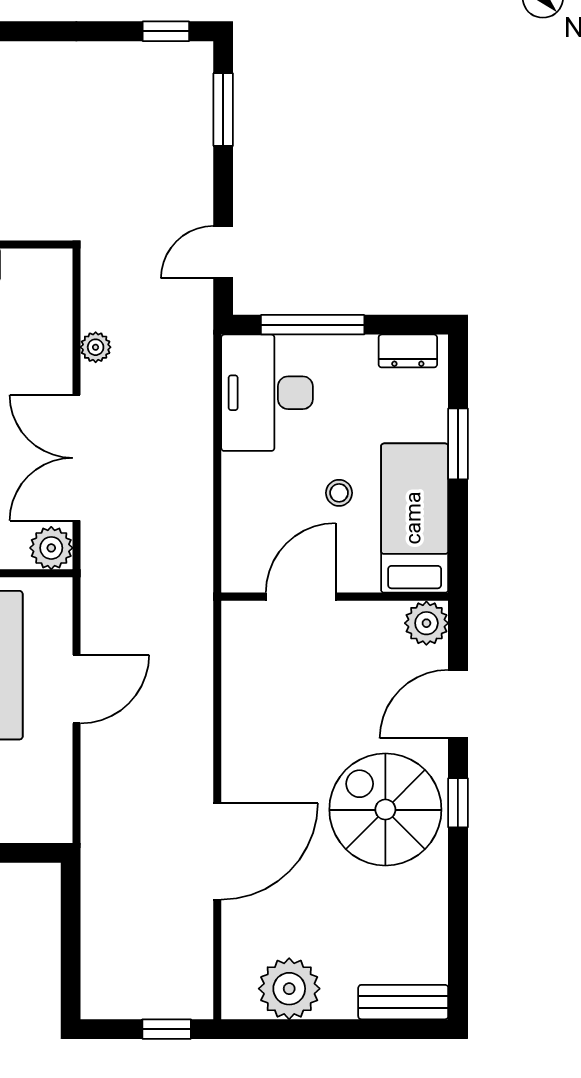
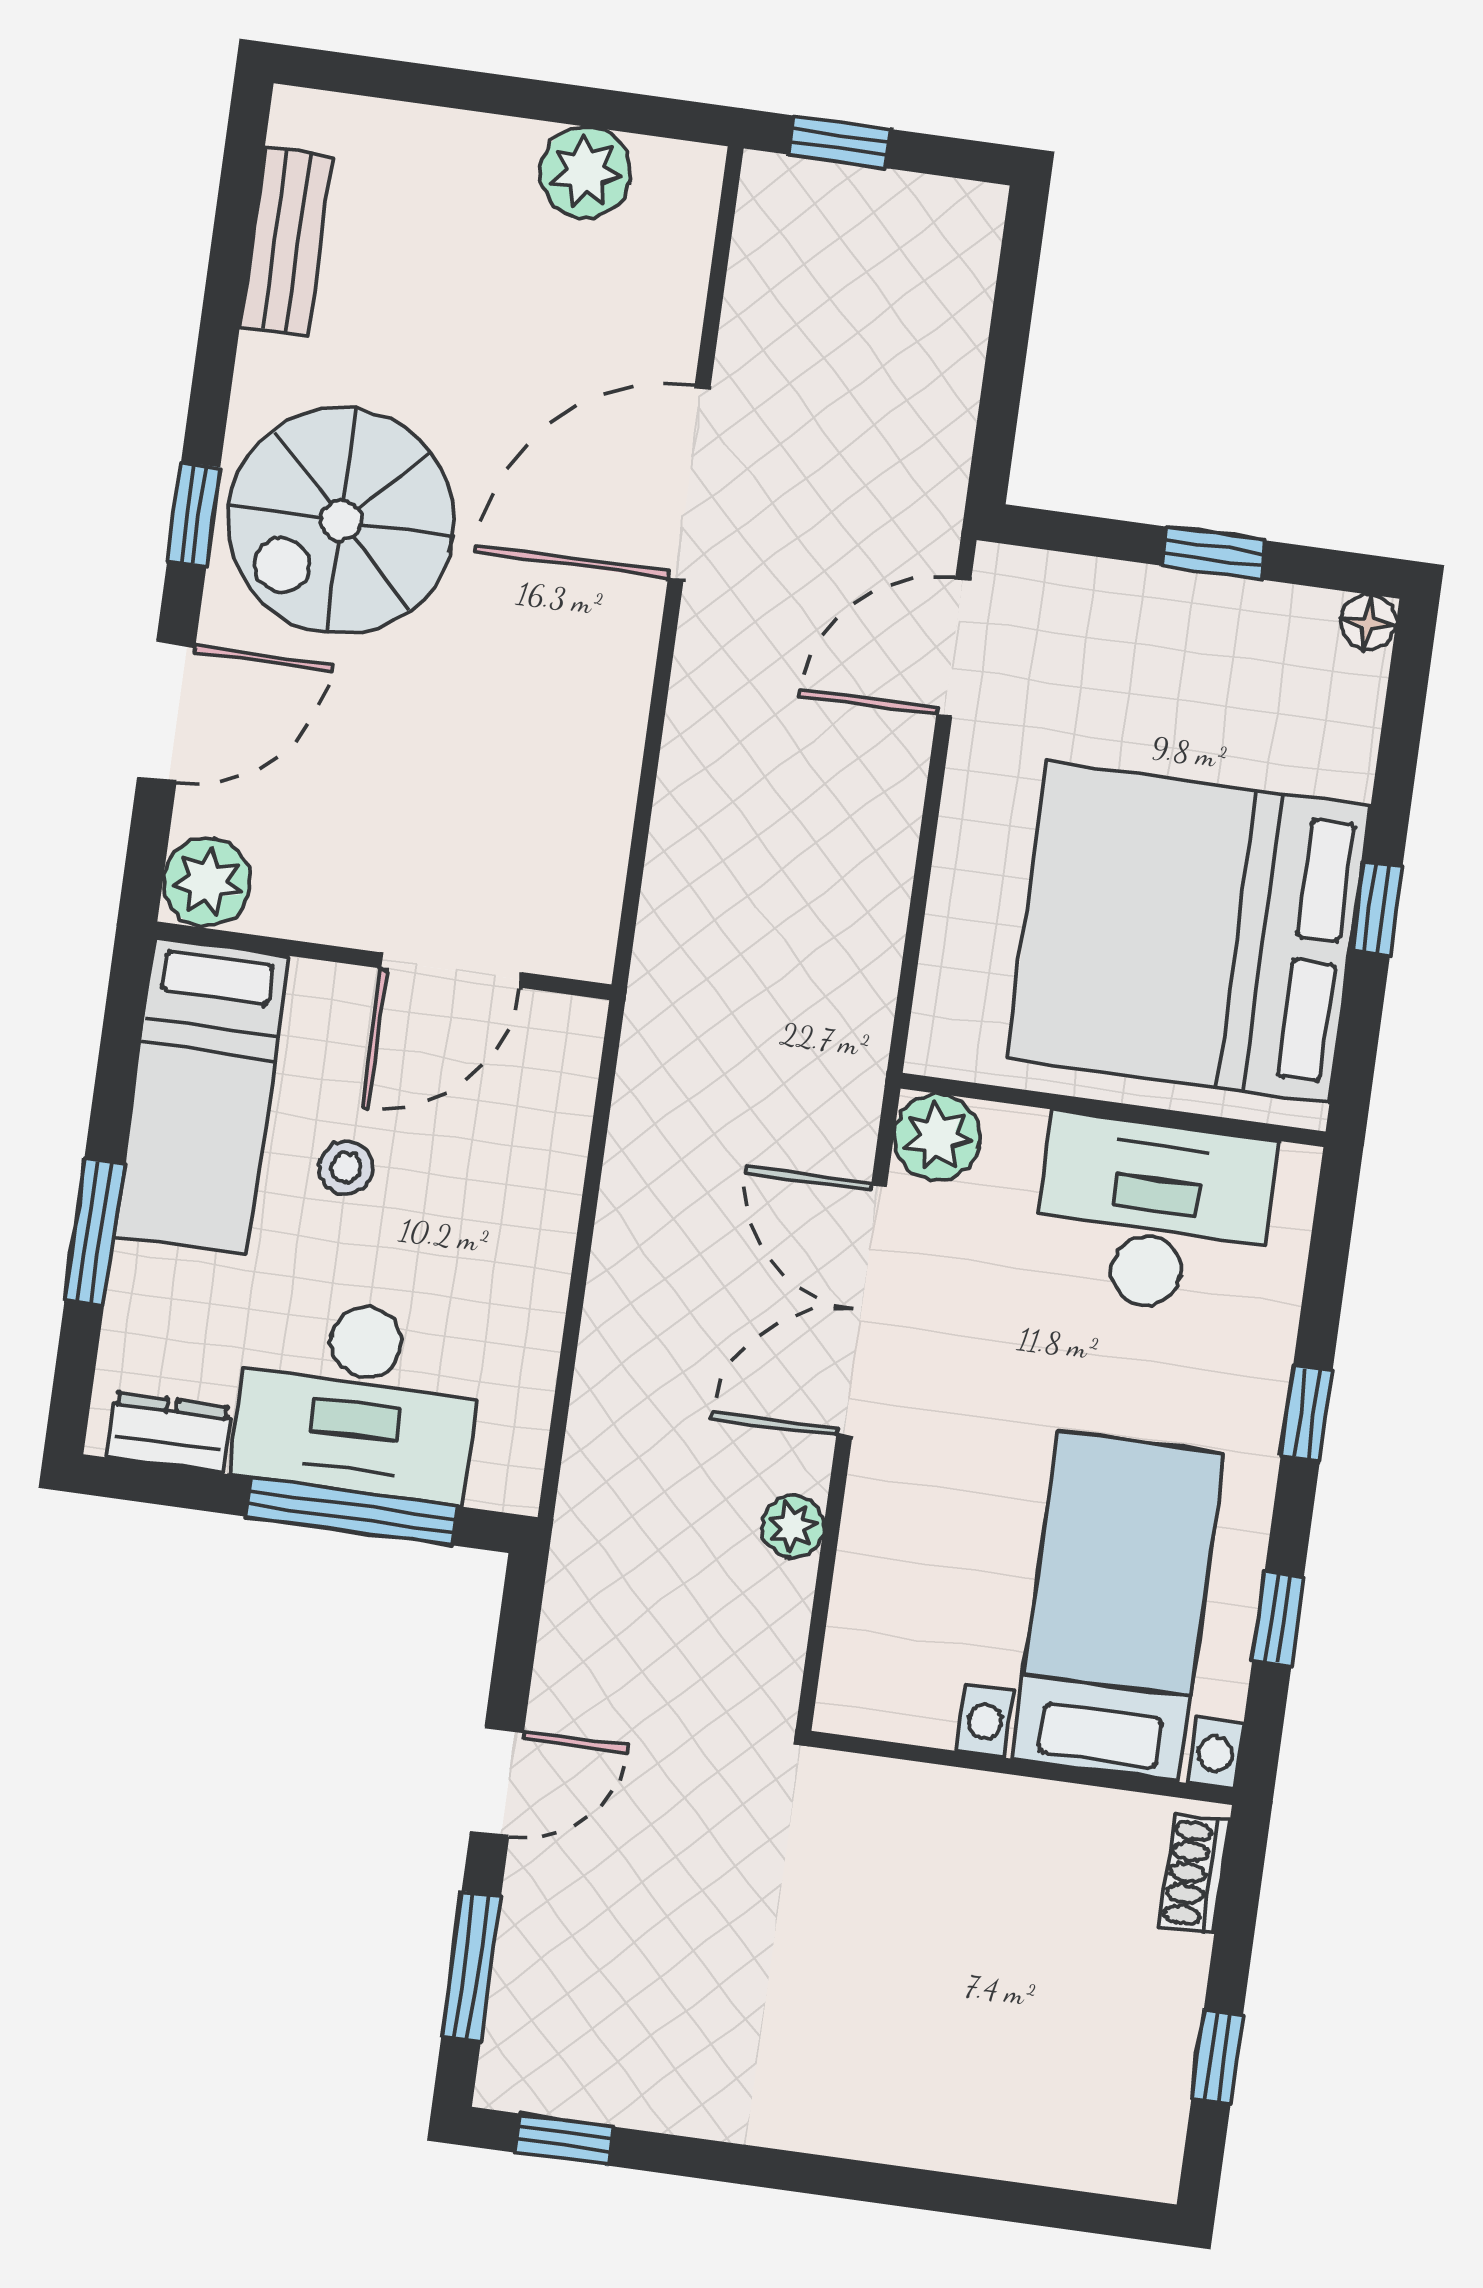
door: (223, 252) -> (497, 1782), moved
desk: (267, 393) -> (358, 1399), moved, turned 90
double door: (76, 458) -> (862, 1310), swing flipped
door: (76, 689) -> (954, 647), moved
spiral stairs: (385, 810) -> (341, 521), turned 90
plant: (289, 989) -> (586, 172), width x0.73, depth x0.73
bench: (403, 1002) -> (287, 242), moved, turned 90

